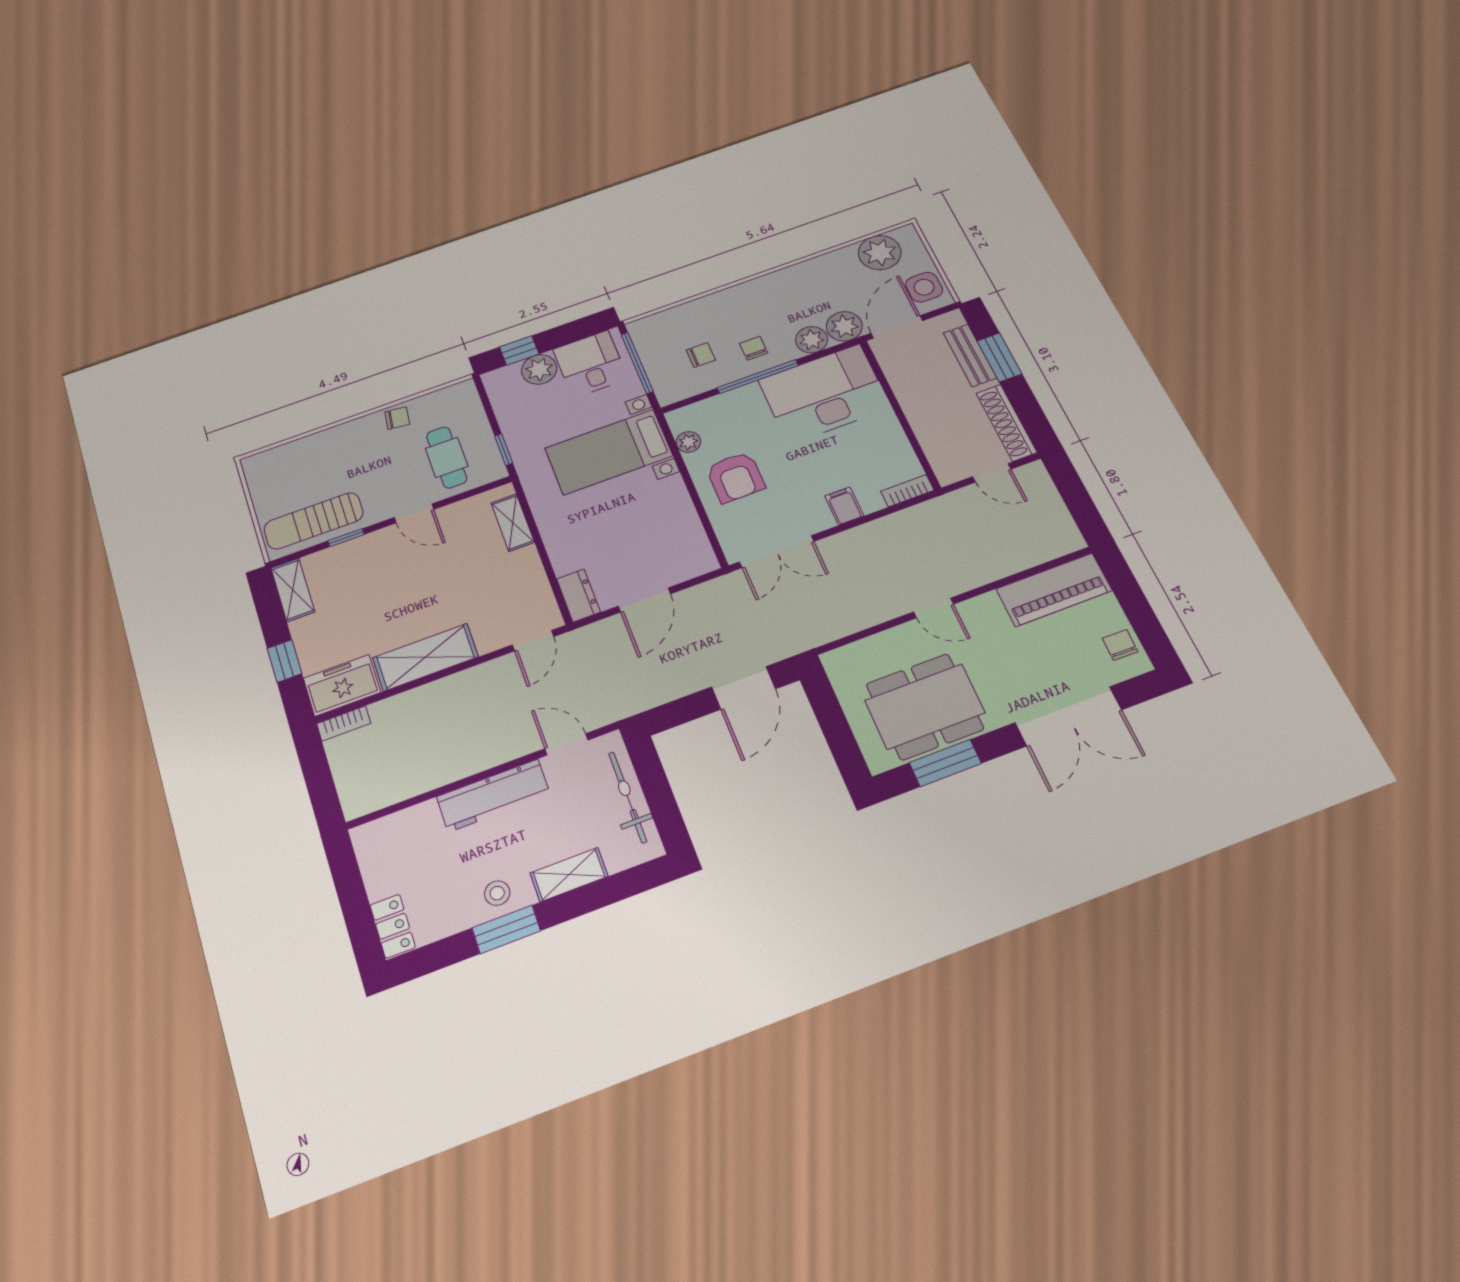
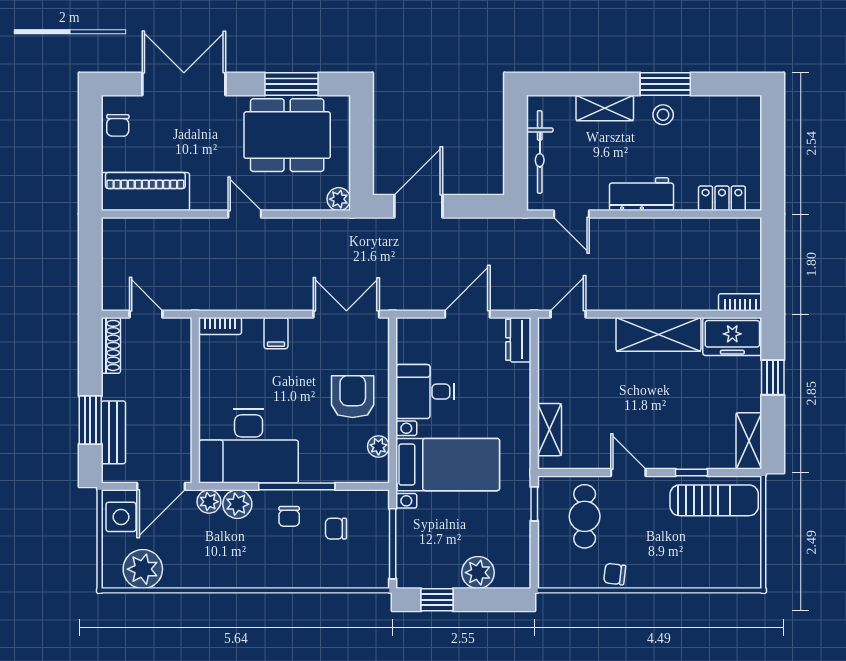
plant: (844, 326) -> (209, 502), width x0.73, depth x0.73
window: (519, 350) -> (437, 600), moved
desk: (590, 364) -> (425, 392), moved, turned 90
shoe rack: (1007, 423) -> (111, 345), width x0.74, depth x0.81
plant: (836, 662) -> (339, 199), added
workbench: (493, 796) -> (642, 194), width x0.73
locker: (393, 926) -> (722, 198), moved, turned 90

